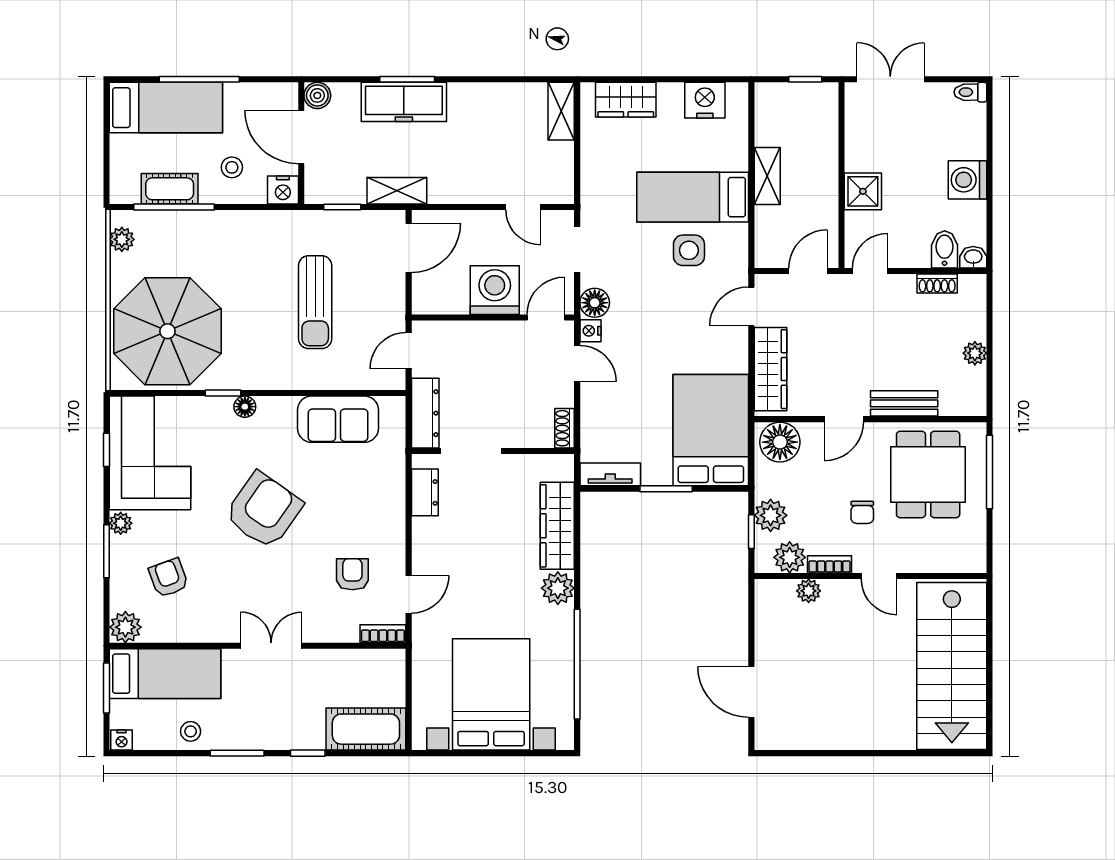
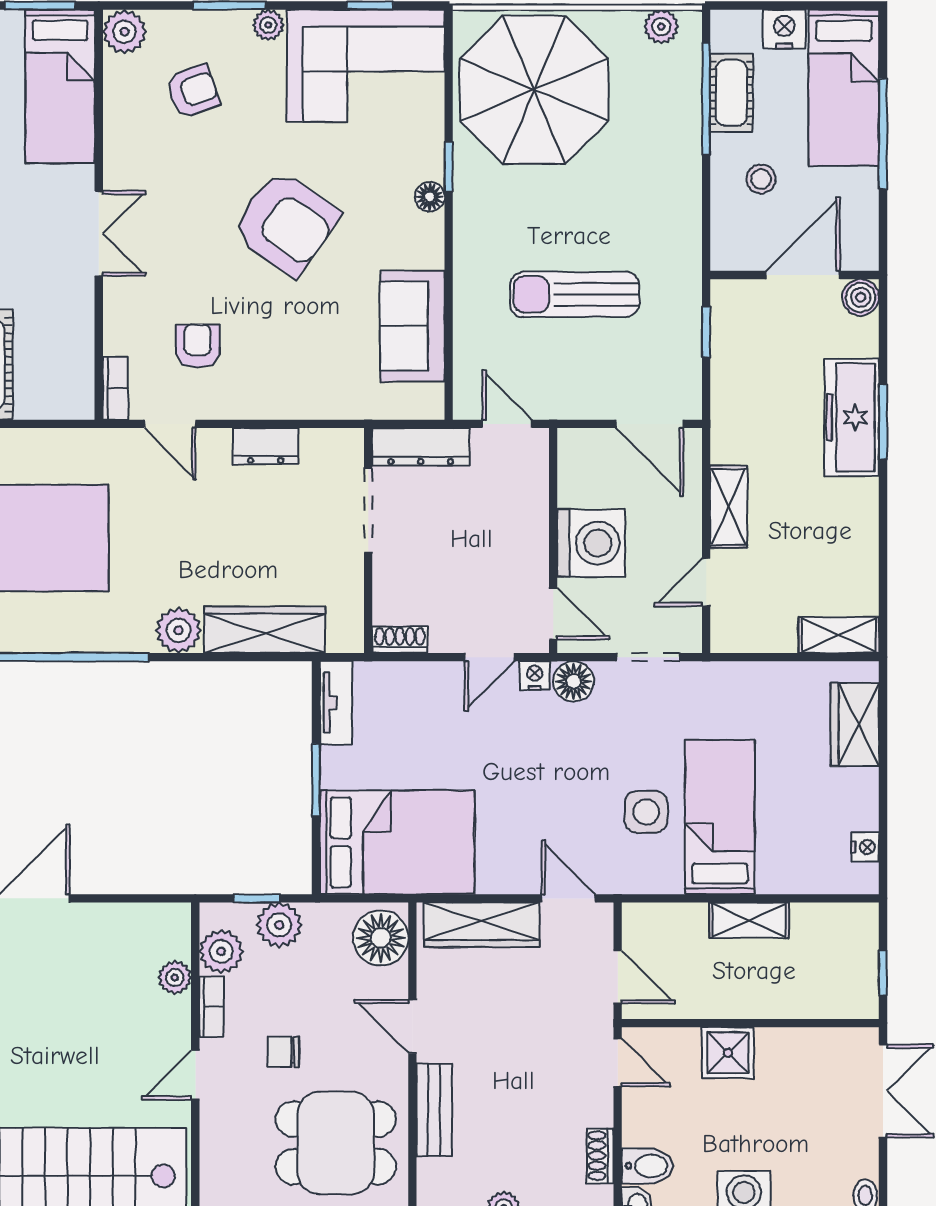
nightstand: (705, 100) -> (865, 847), width x0.53, depth x0.56
nightstand: (283, 190) -> (784, 29), moved, turned 90
shelving: (397, 191) -> (729, 507), moved
dresser: (425, 492) -> (266, 446), moved
armchair: (352, 574) -> (198, 346), turned -90

